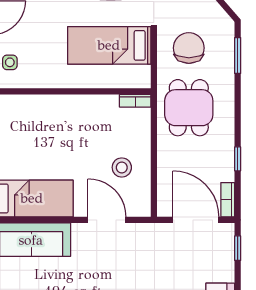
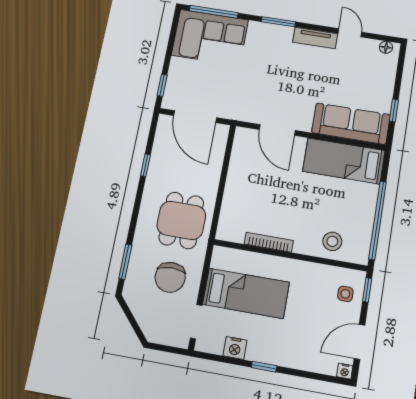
bookcase: (135, 101) -> (269, 242), moved, width x1.56
stool: (122, 167) -> (332, 241), moved
bookcase: (228, 200) -> (162, 130), removed

